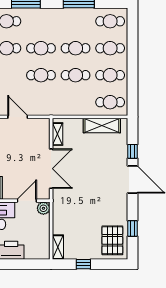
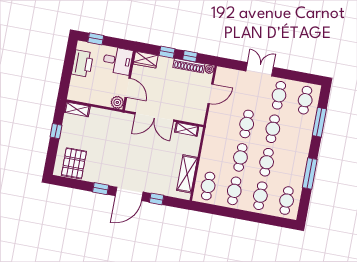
window: (133, 229) -> (101, 189), moved
pallet: (112, 240) -> (74, 163), turned 90

